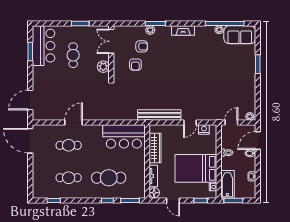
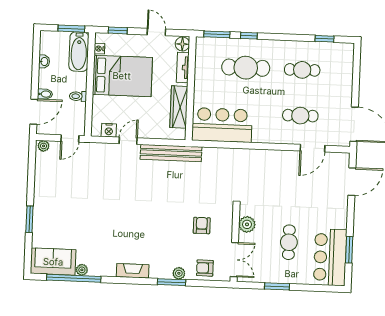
armchair: (142, 46) -> (205, 268), moved
door: (74, 123) -> (312, 148), moved

